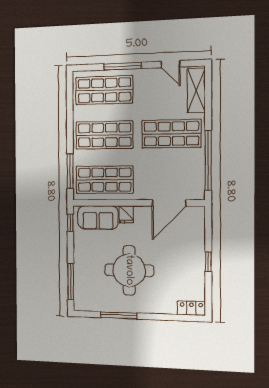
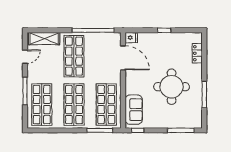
fridge: (126, 214) -> (131, 38), moved
locker: (191, 308) -> (197, 53), moved

